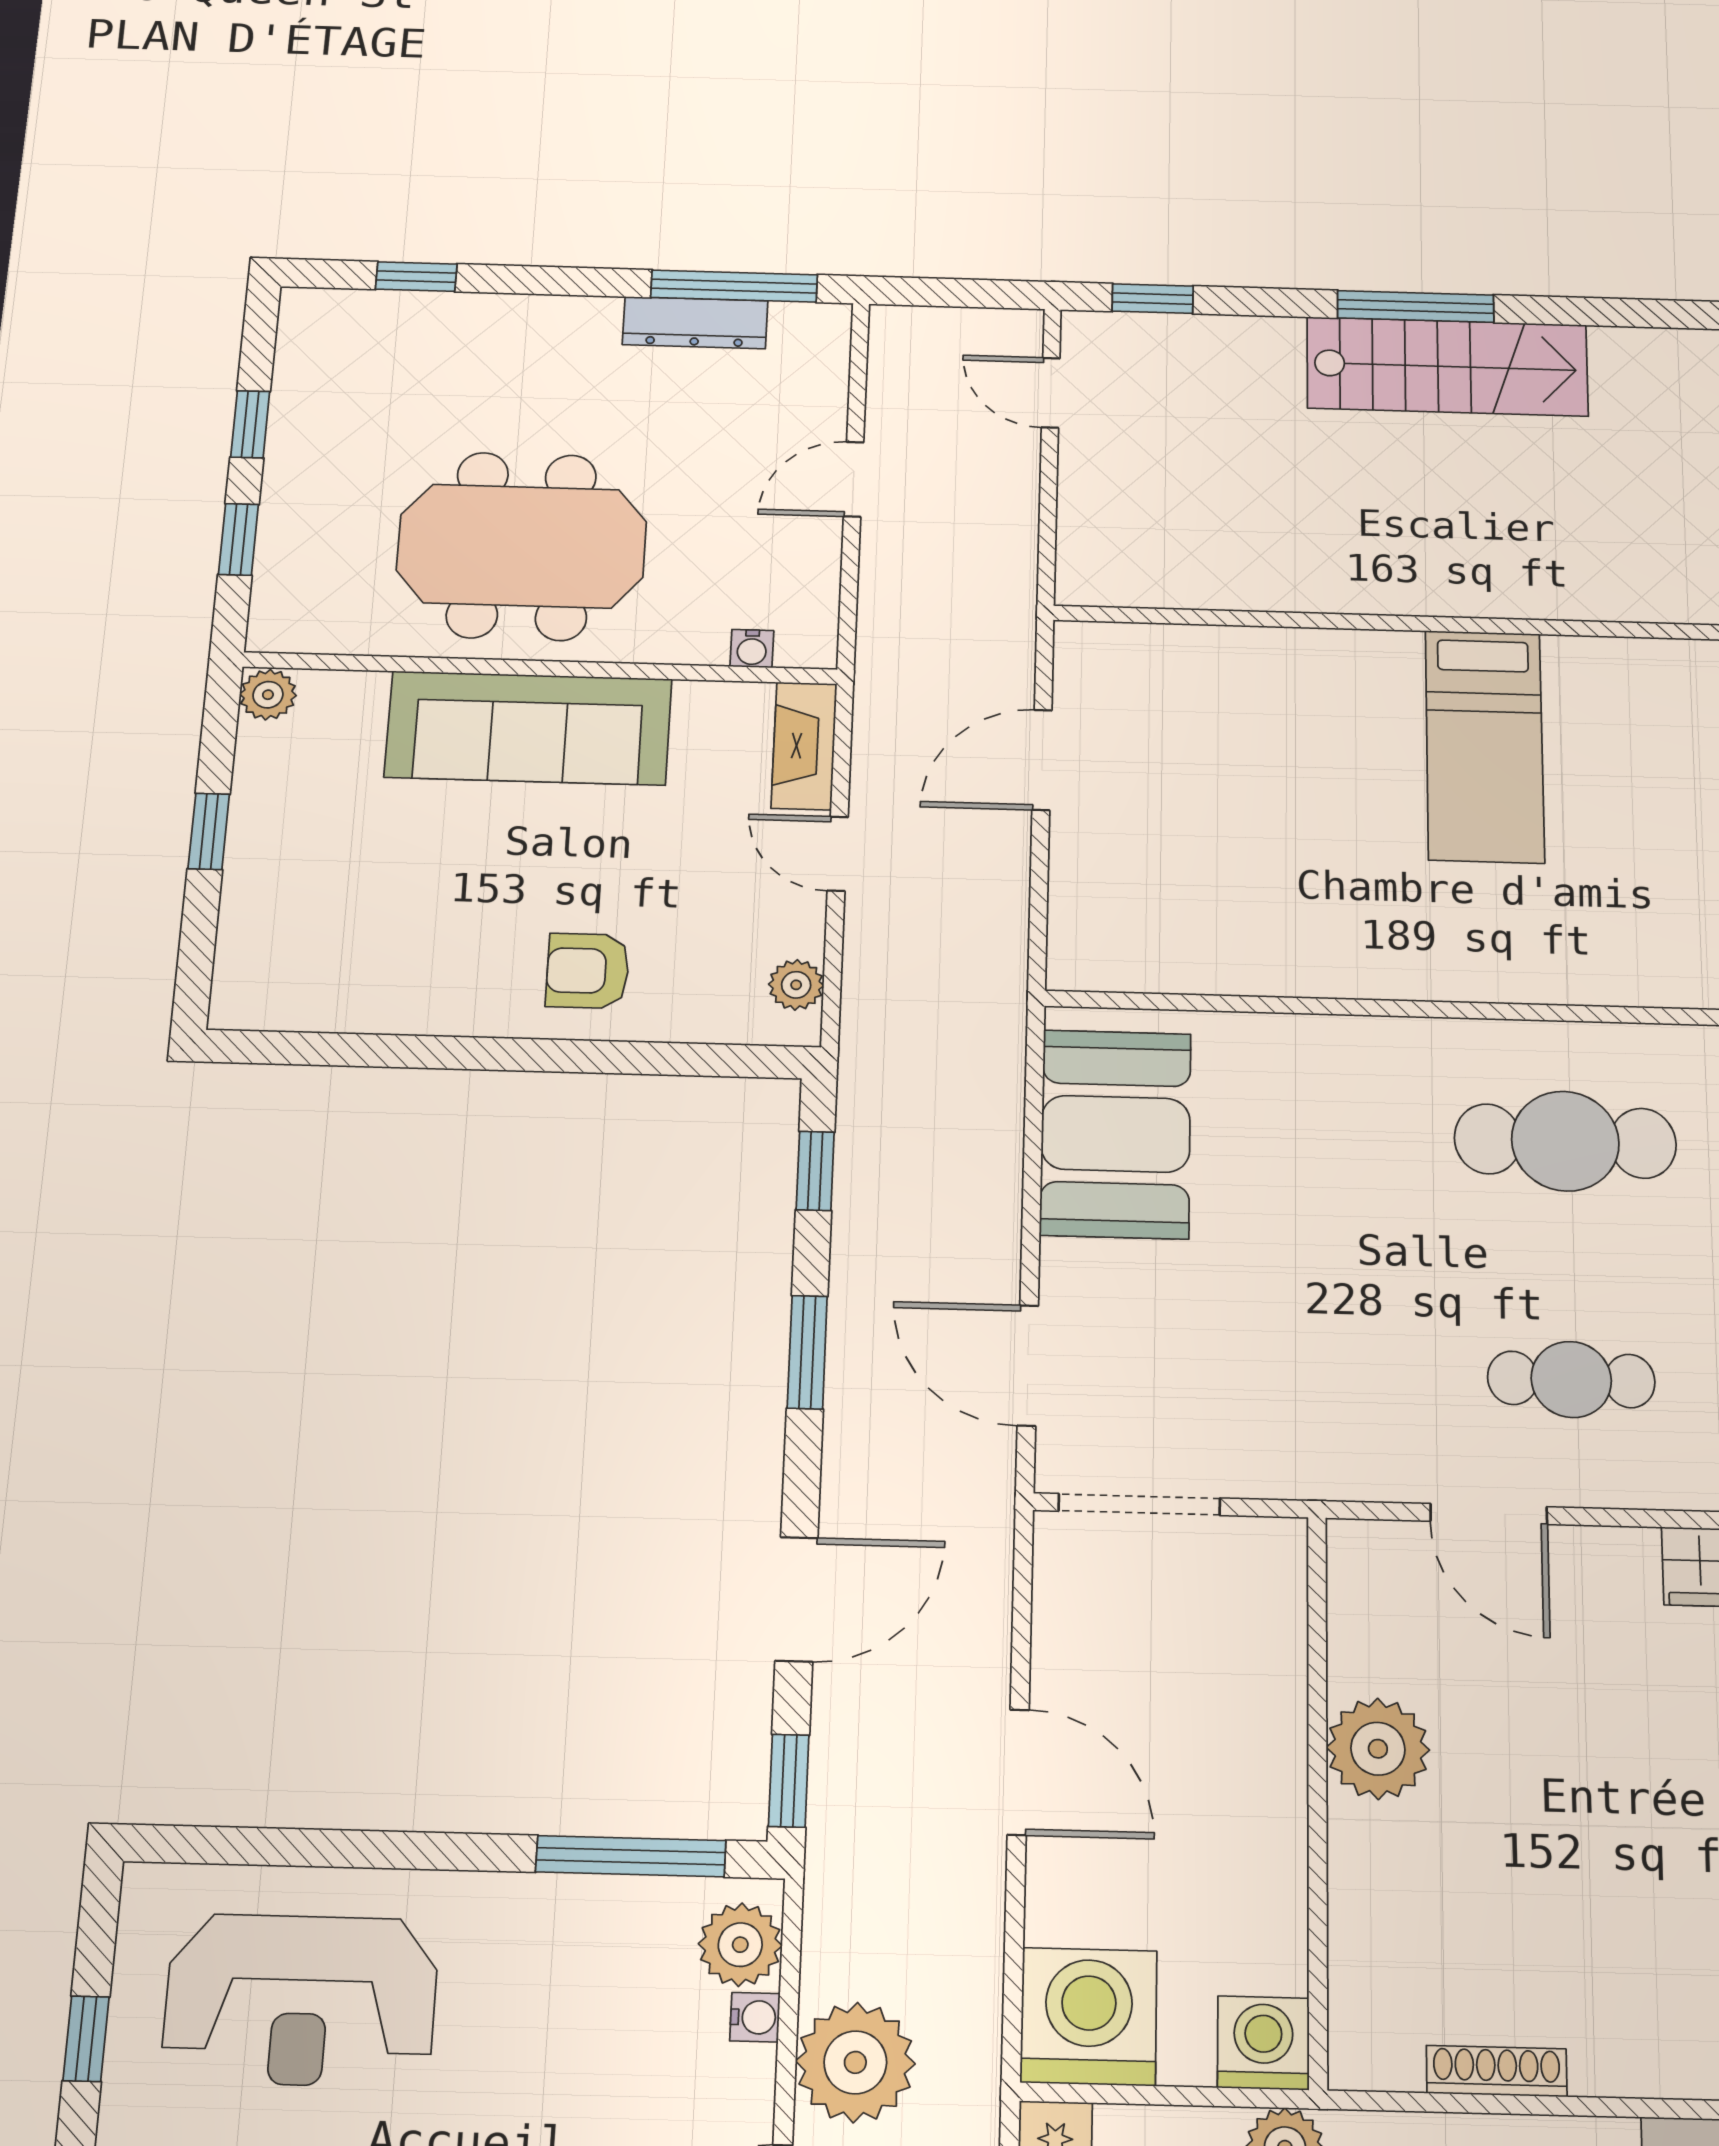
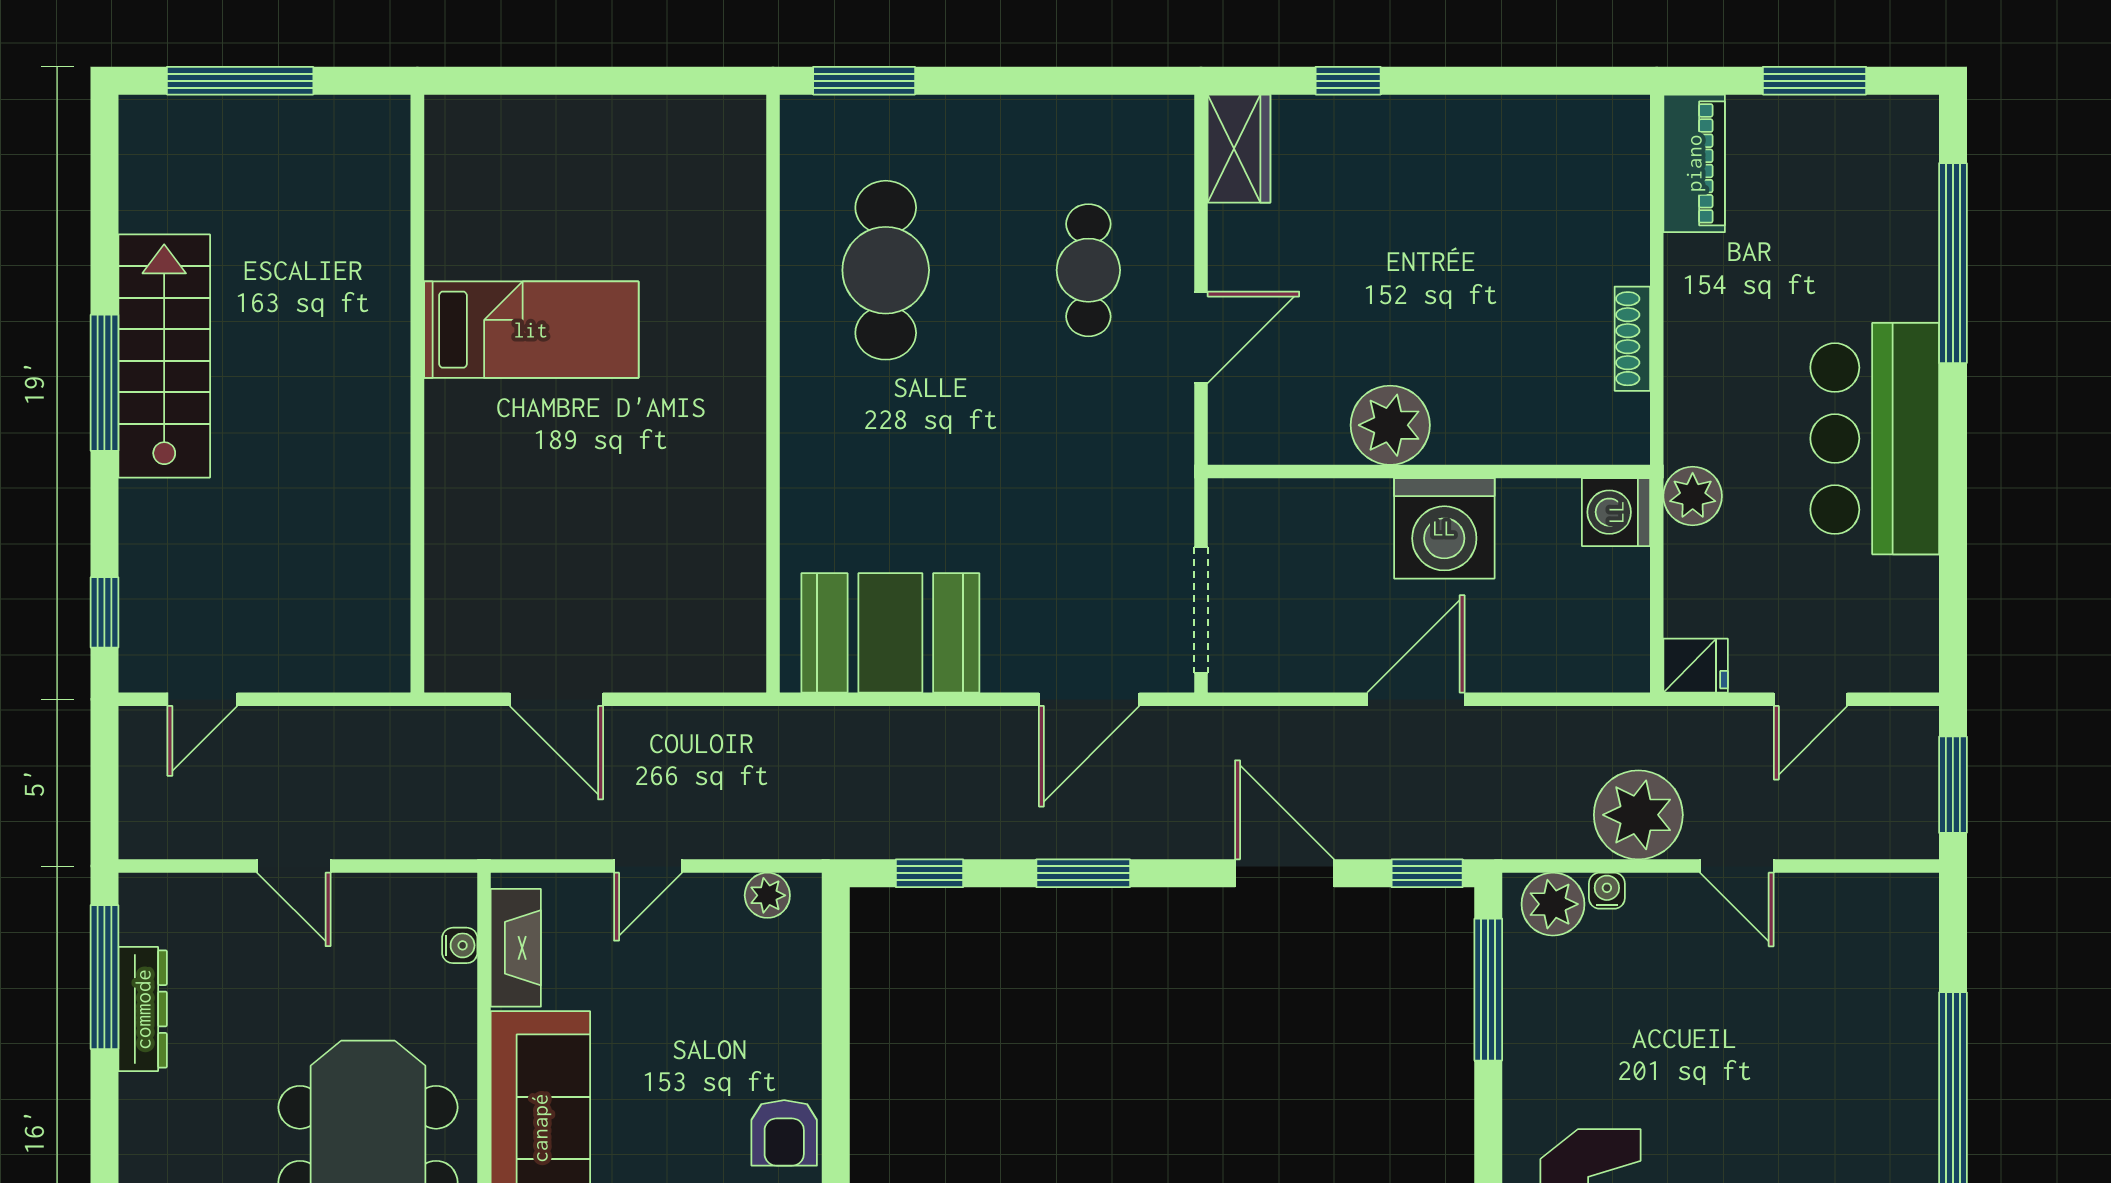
fireplace: (804, 746) -> (516, 948), moved, turned -90
armchair: (588, 971) -> (784, 1133), moved
washing machine: (1089, 2017) -> (1444, 528), moved, turned -90

